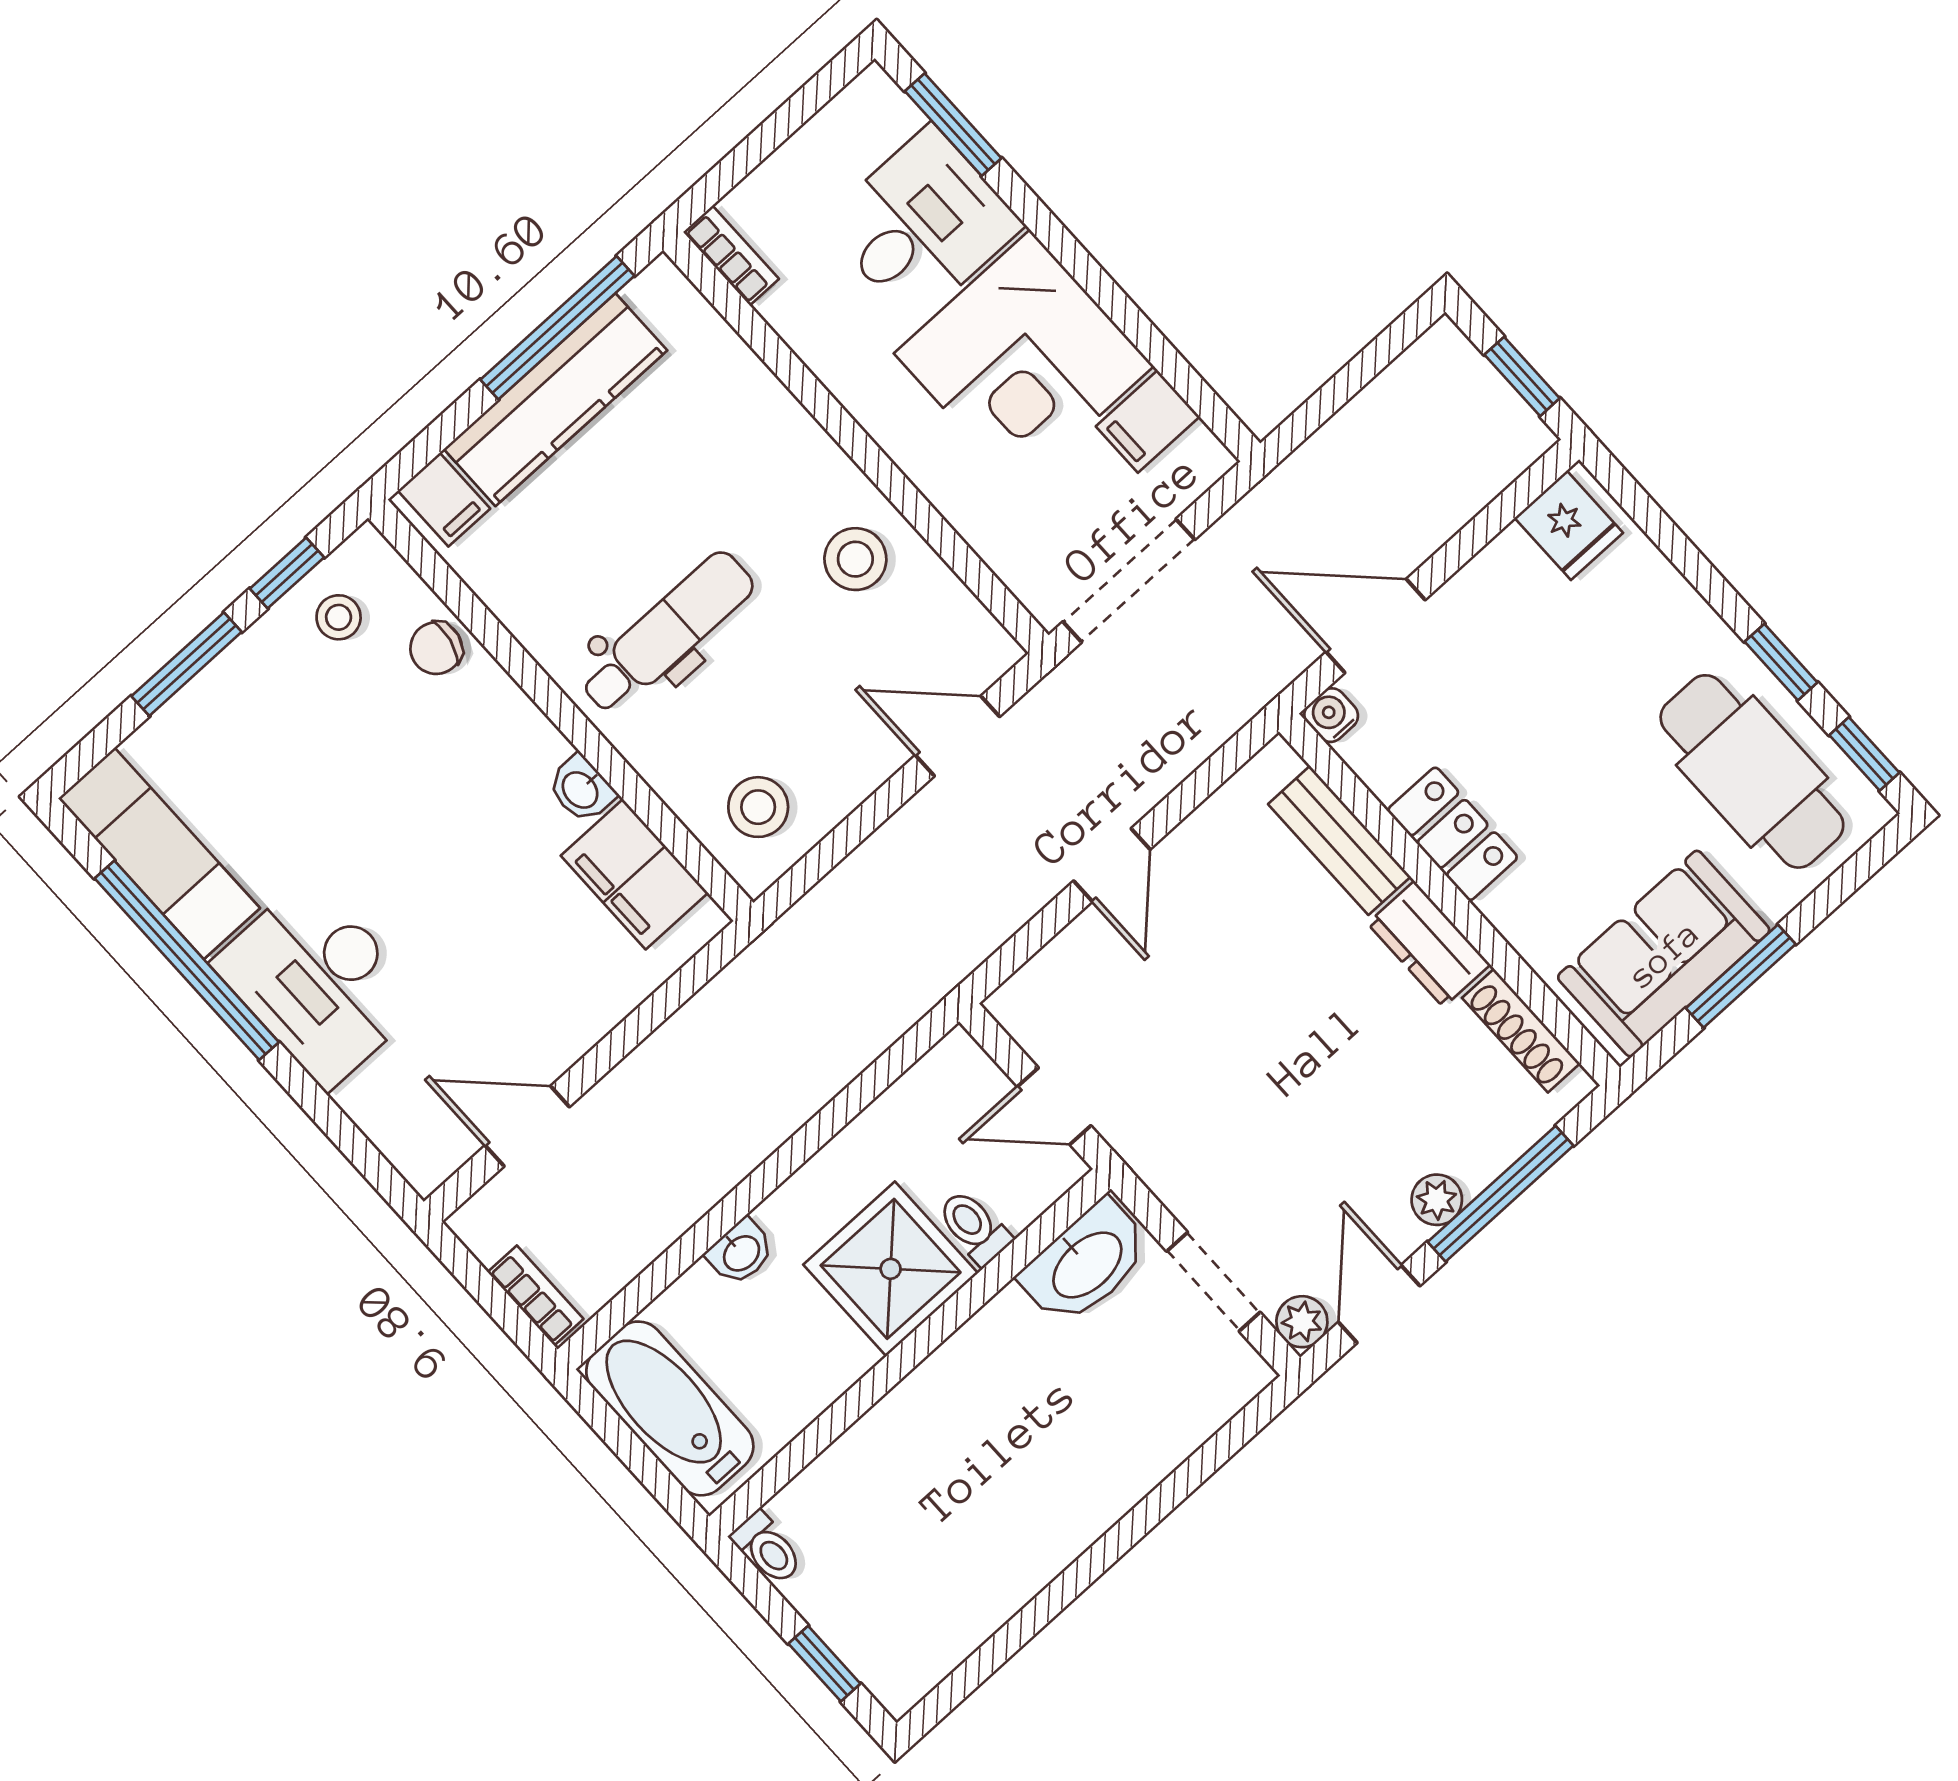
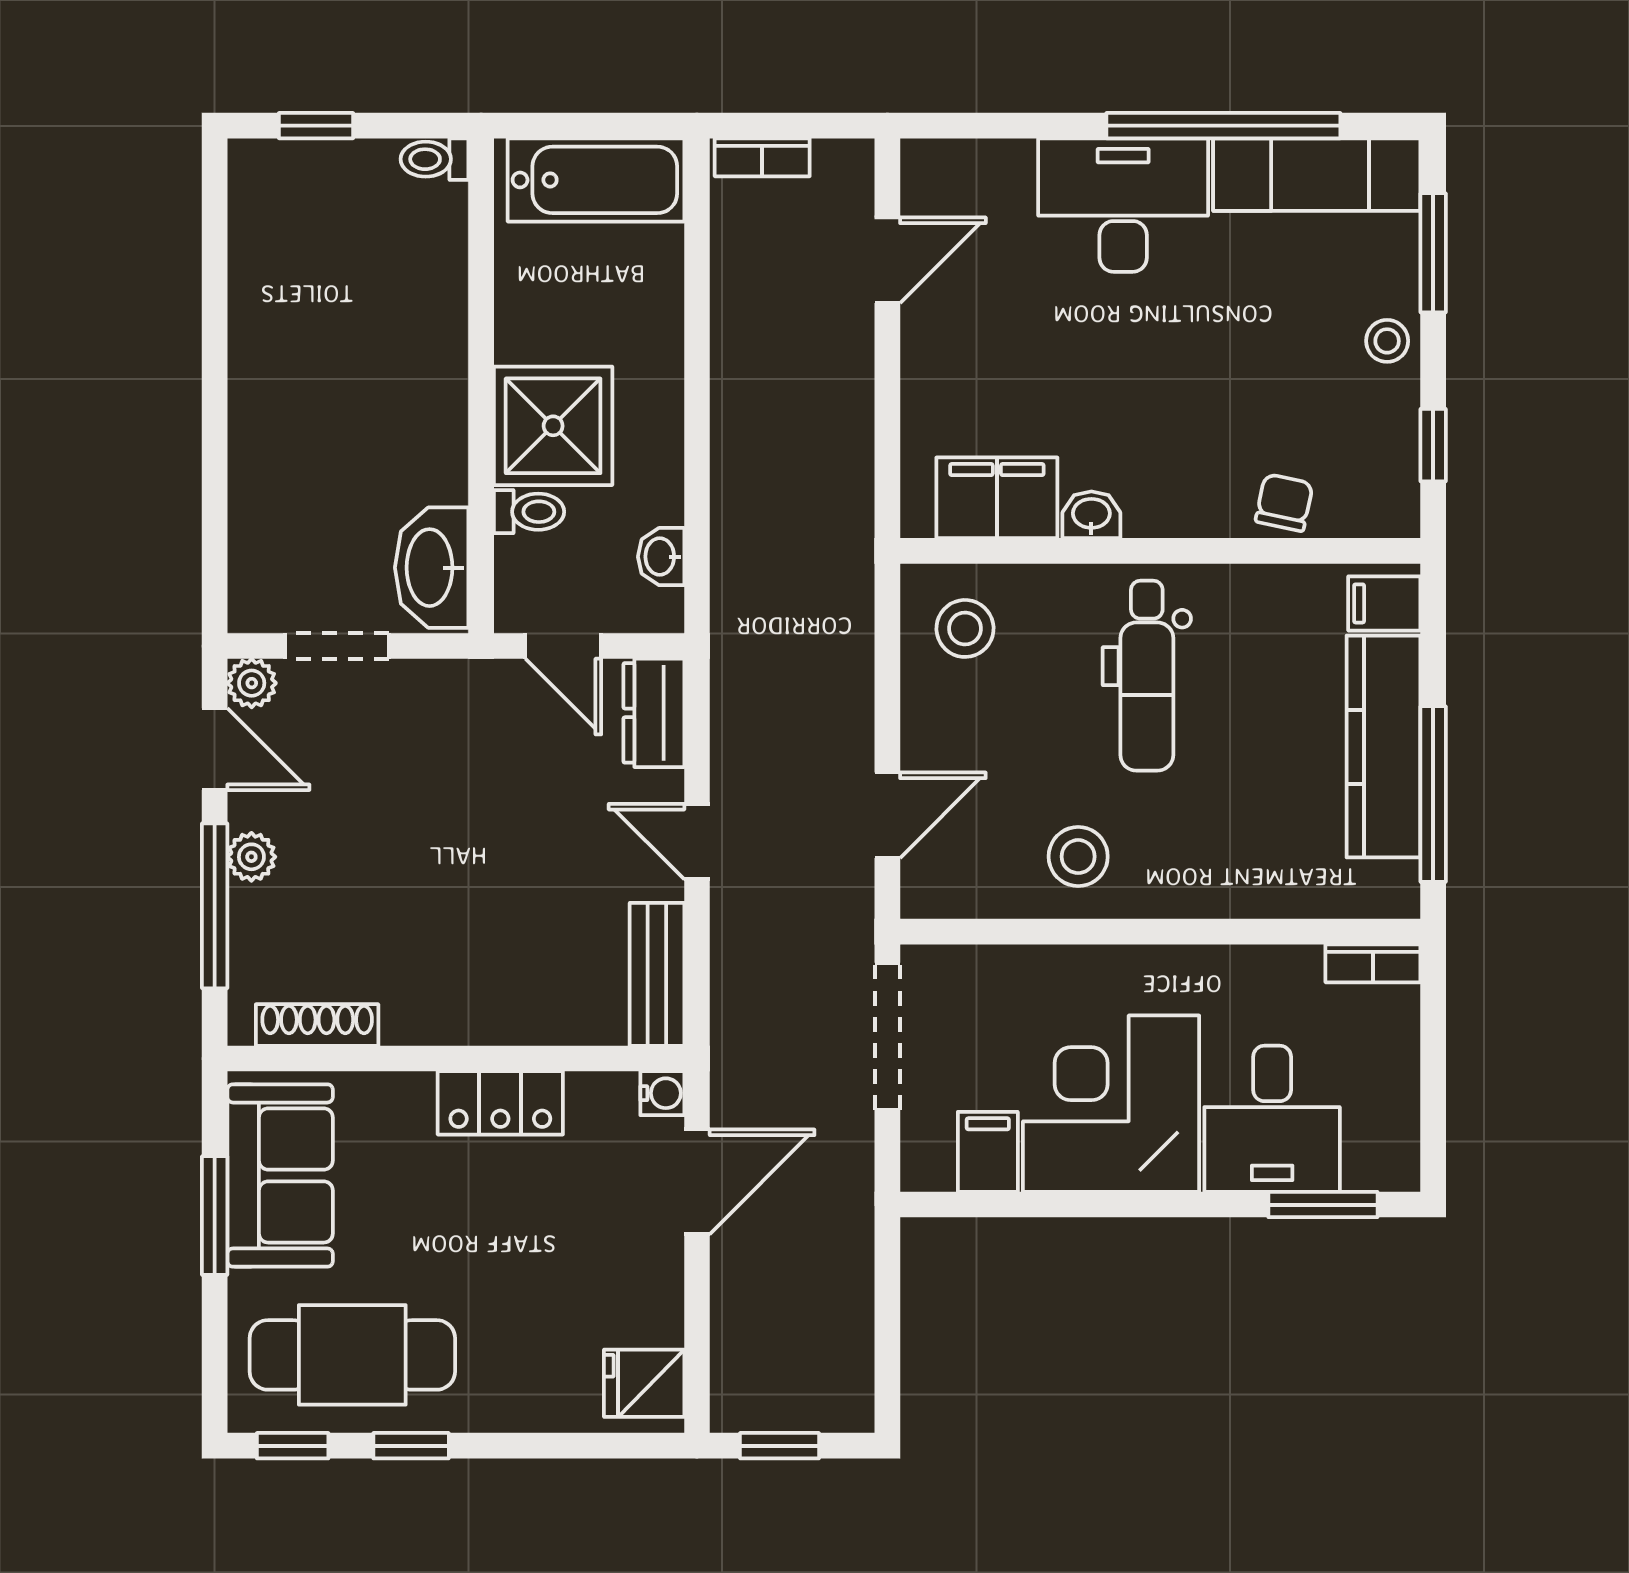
stool: (339, 617) -> (1387, 341), moved
window: (187, 664) -> (1433, 253), moved
bench: (1339, 840) -> (657, 974), moved, turned 90
dresser: (1429, 944) -> (654, 713), moved, turned -90
door: (1054, 1106) -> (563, 646), swing flipped
washbasin: (741, 1252) -> (661, 557), moved

